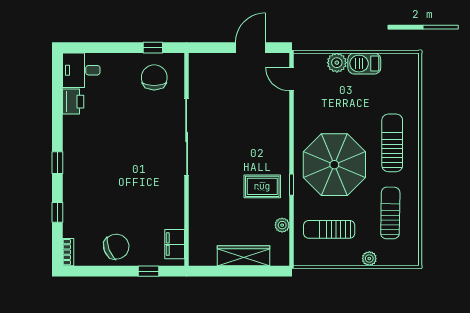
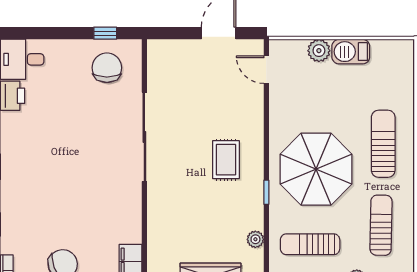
rug: (262, 186) -> (226, 160), moved, turned 90

